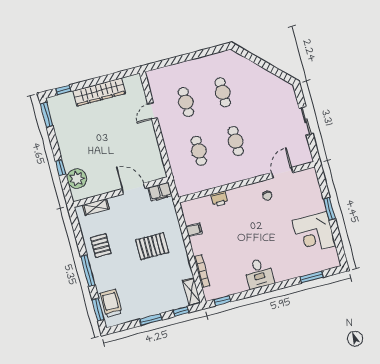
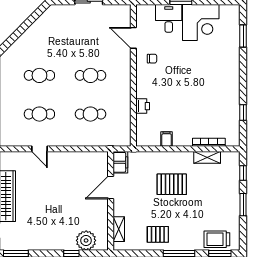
pallet: (152, 246) -> (172, 184), turned 90
desk: (259, 273) -> (169, 18), moved, turned -90
shelving: (192, 292) -> (207, 157), moved
window: (222, 301) -> (243, 113), moved

